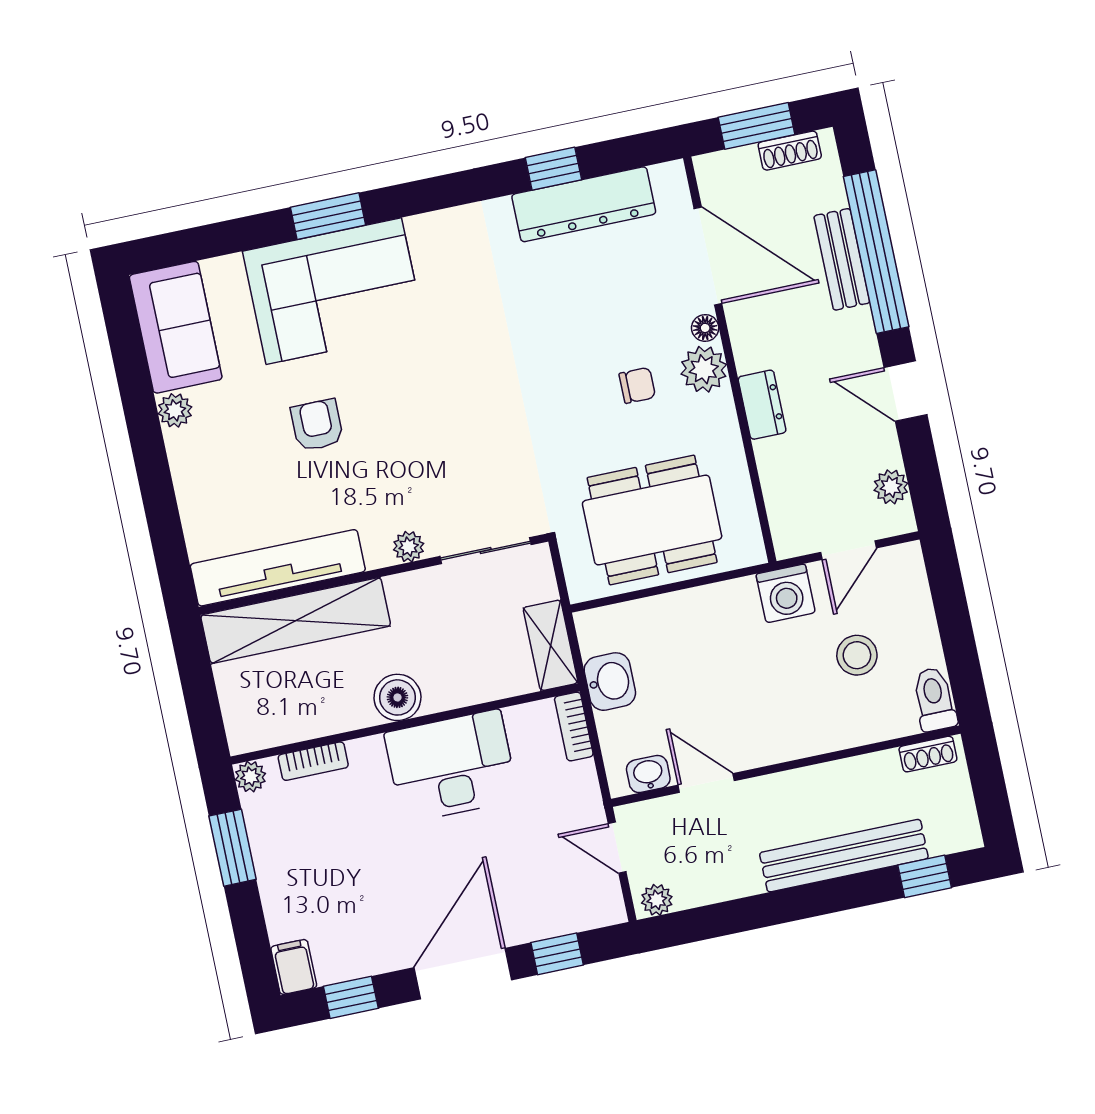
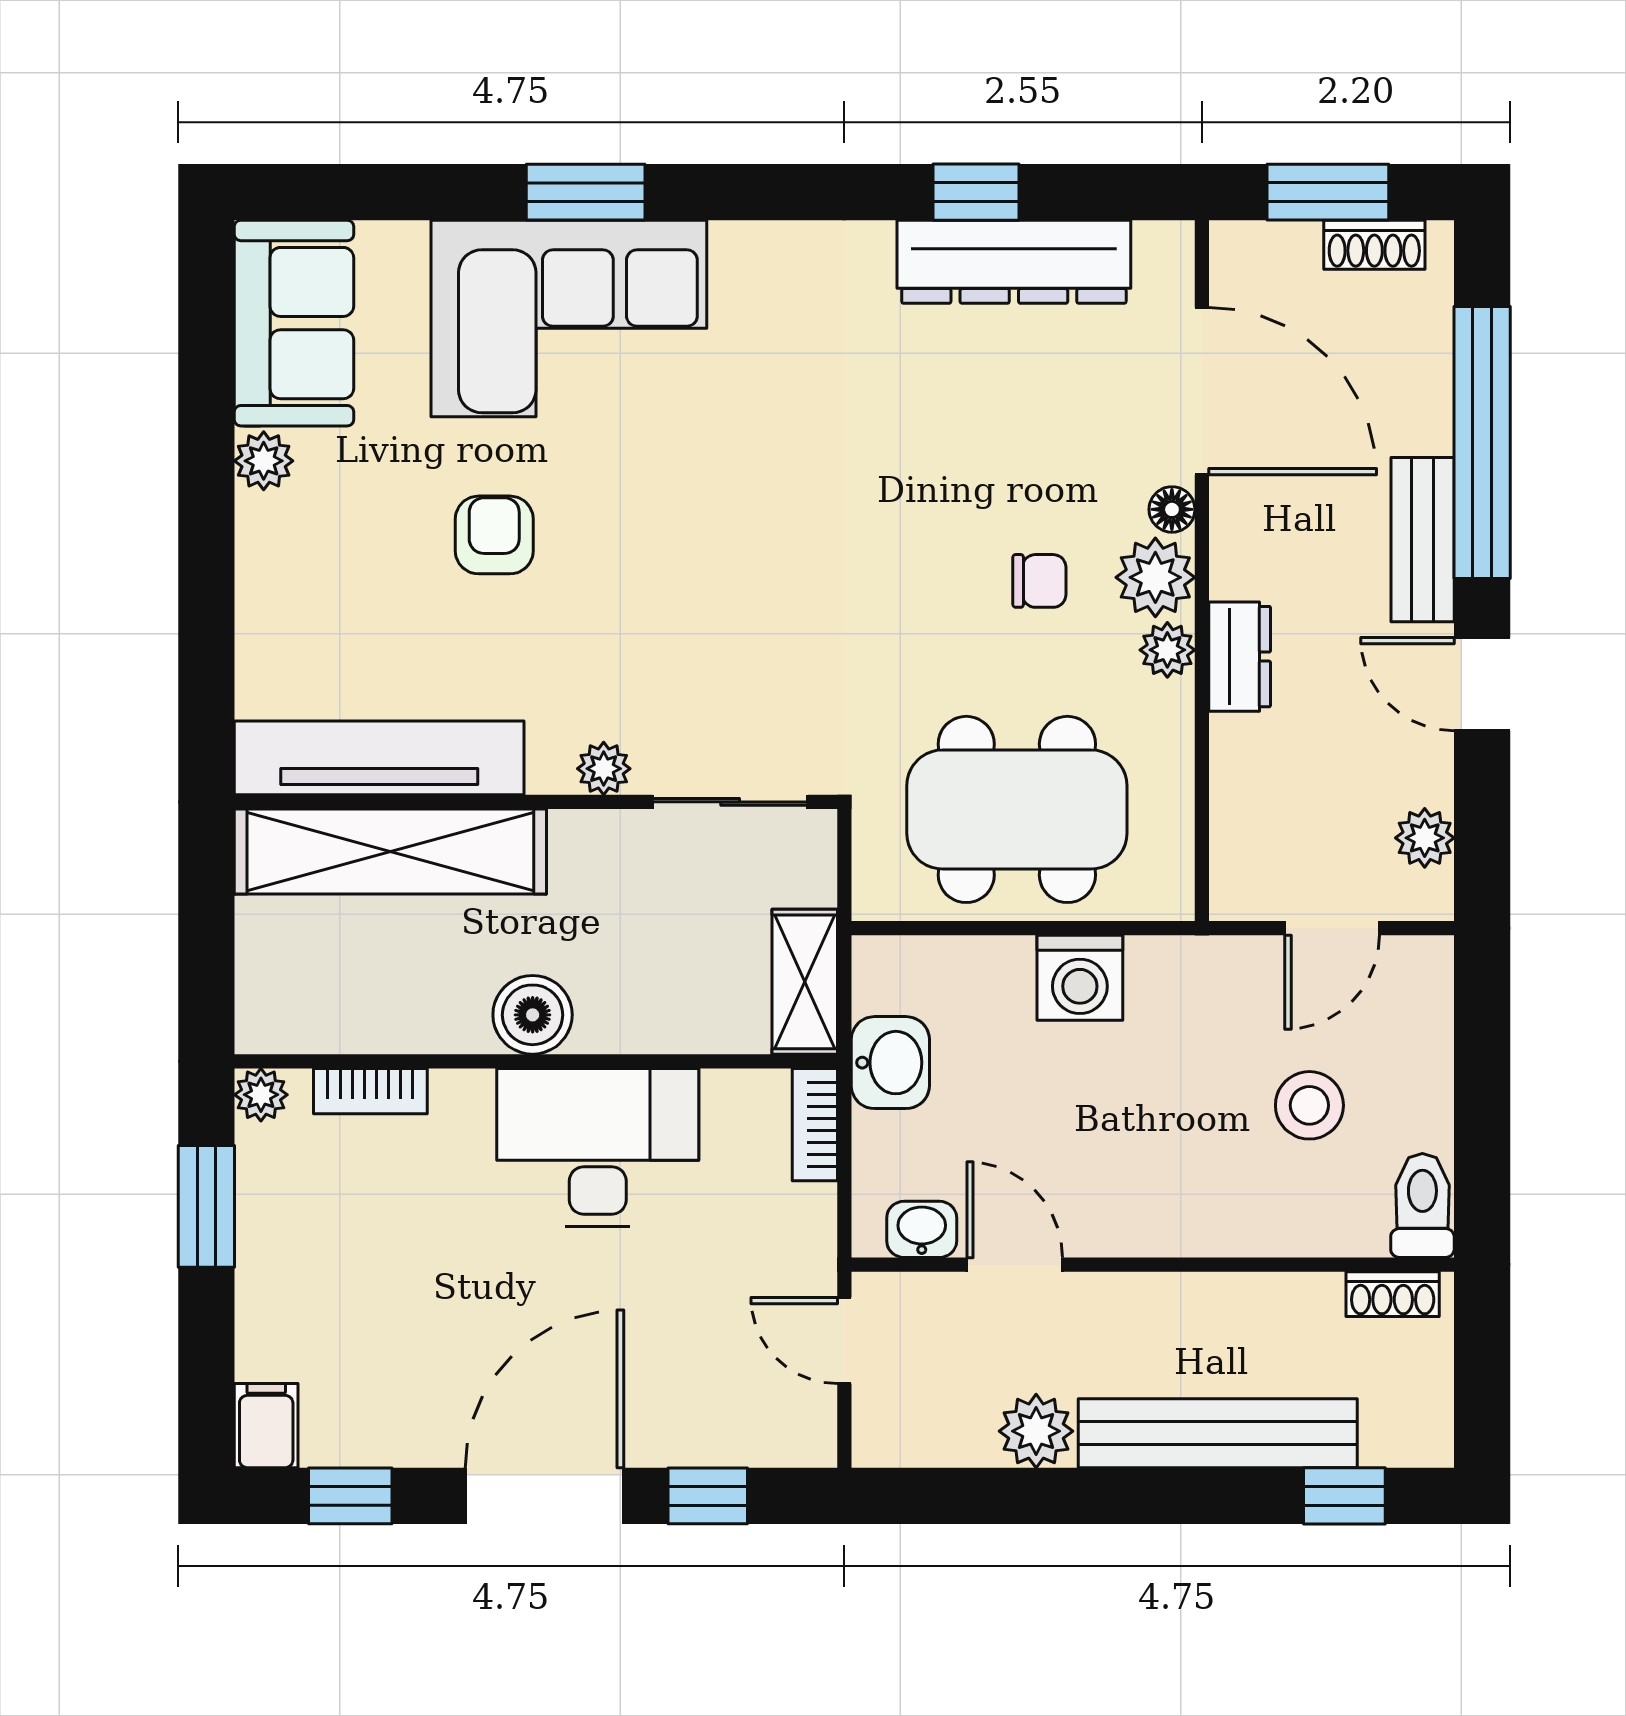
bench: (842, 259) -> (1423, 540), moved
plant: (720, 410) -> (1167, 650), added
washing machine: (786, 593) -> (1080, 978), moved
plant: (657, 900) -> (1036, 1431), moved, width x1.38, depth x1.38

